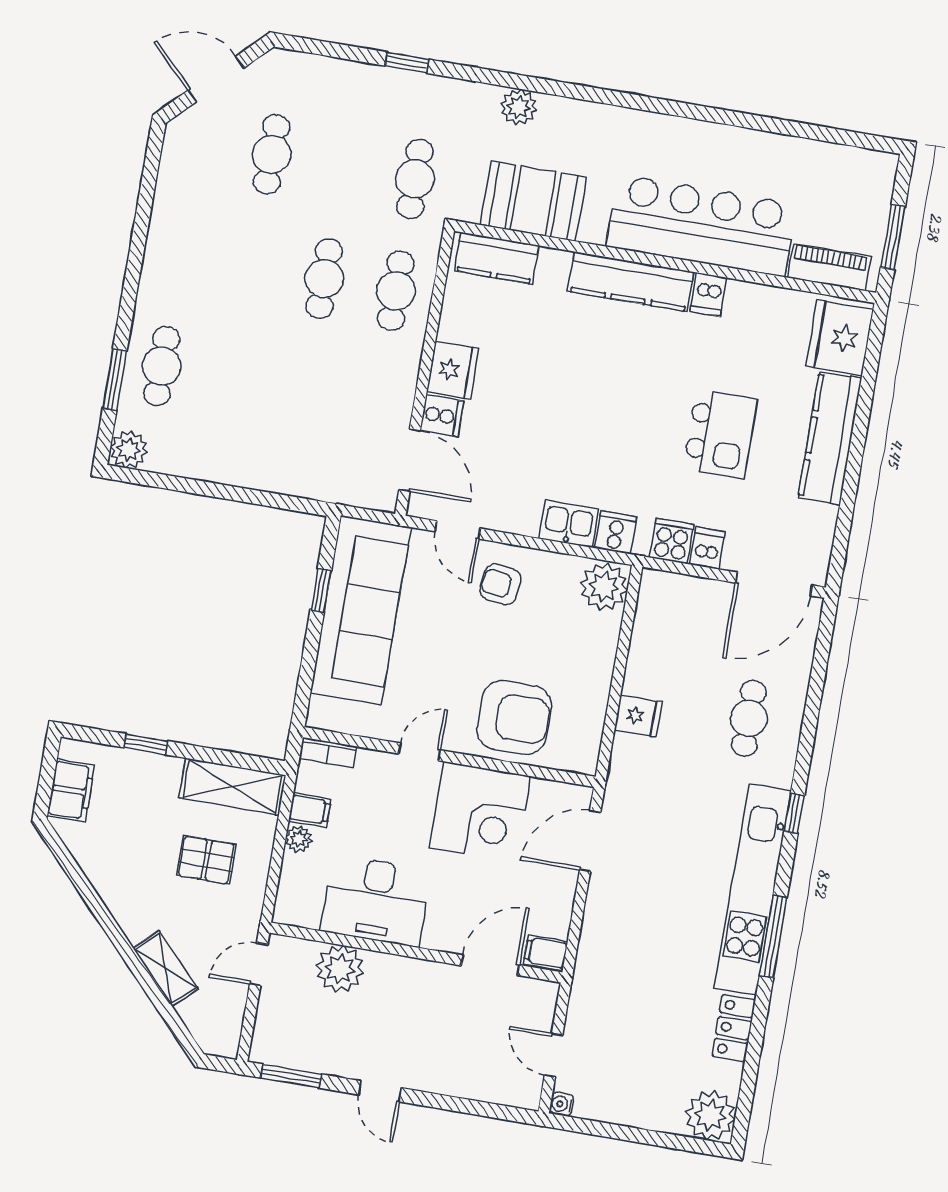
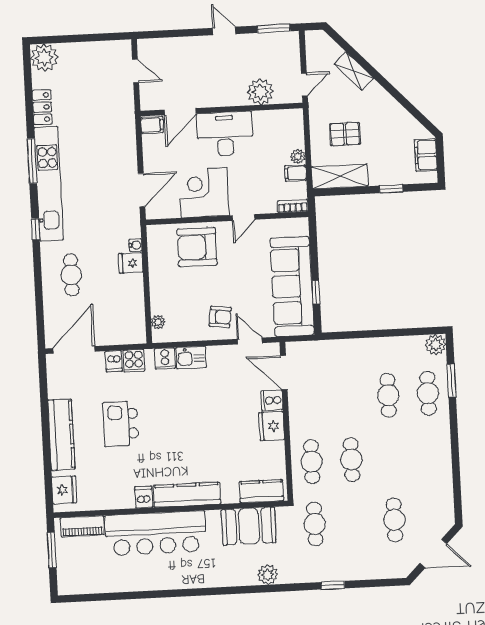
fridge: (840, 338) -> (64, 490), width x0.73, depth x0.75
cafe table: (233, 378) -> (388, 395), added
plant: (604, 587) -> (158, 322), width x0.53, depth x0.53
desk: (376, 900) -> (225, 134), moved
water cooler: (562, 1104) -> (135, 245), moved

